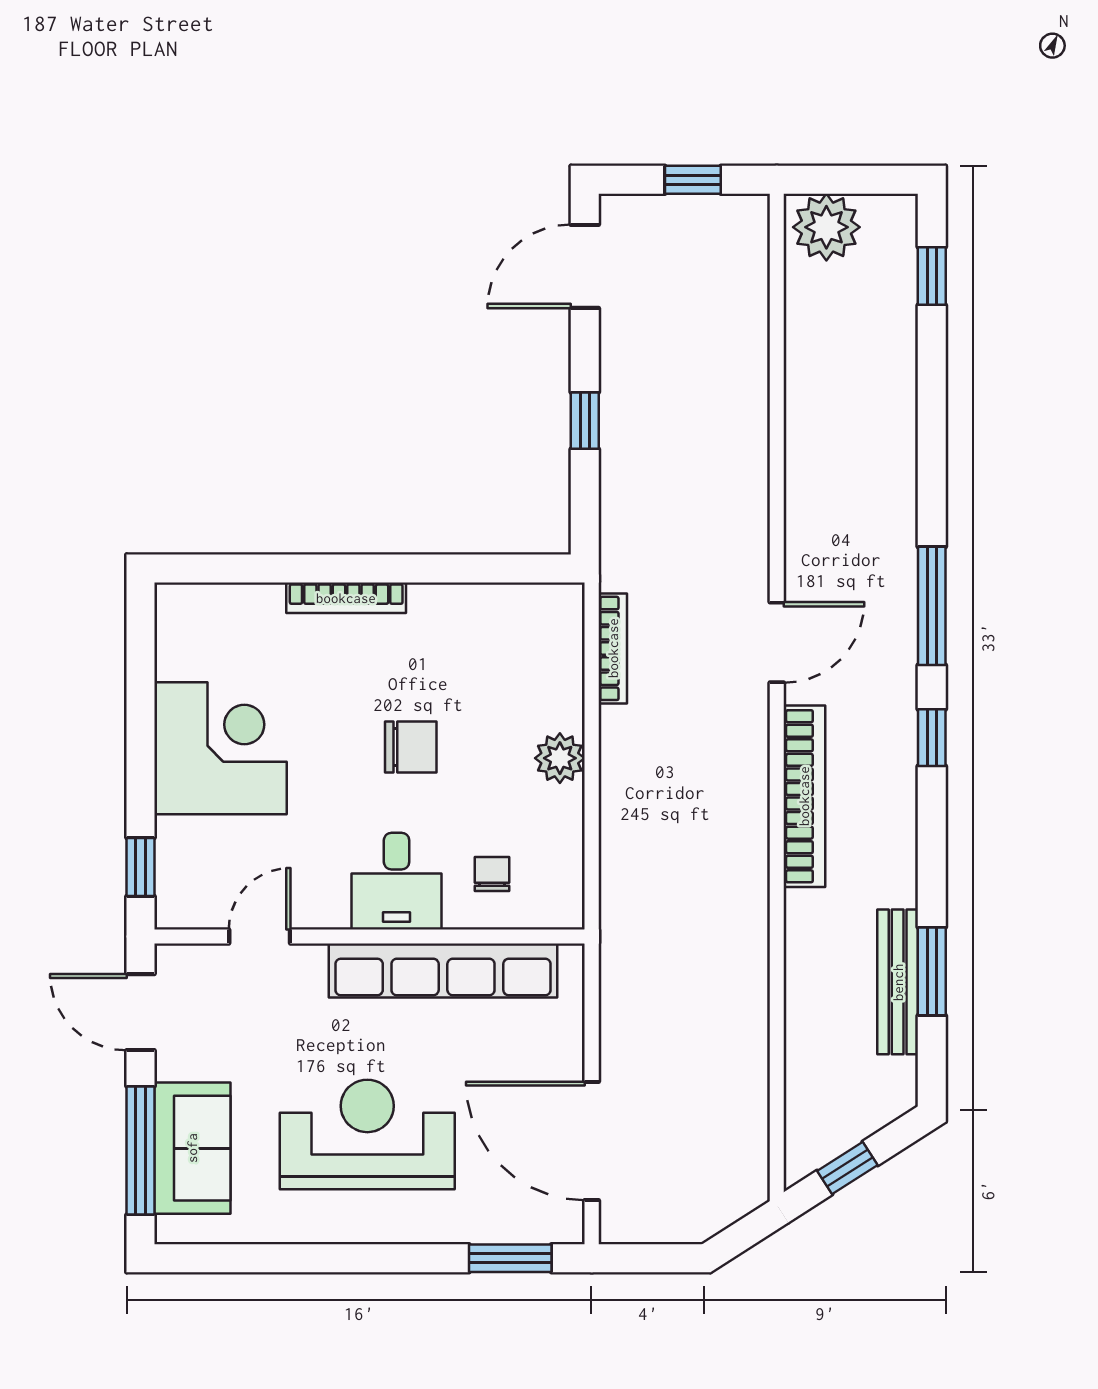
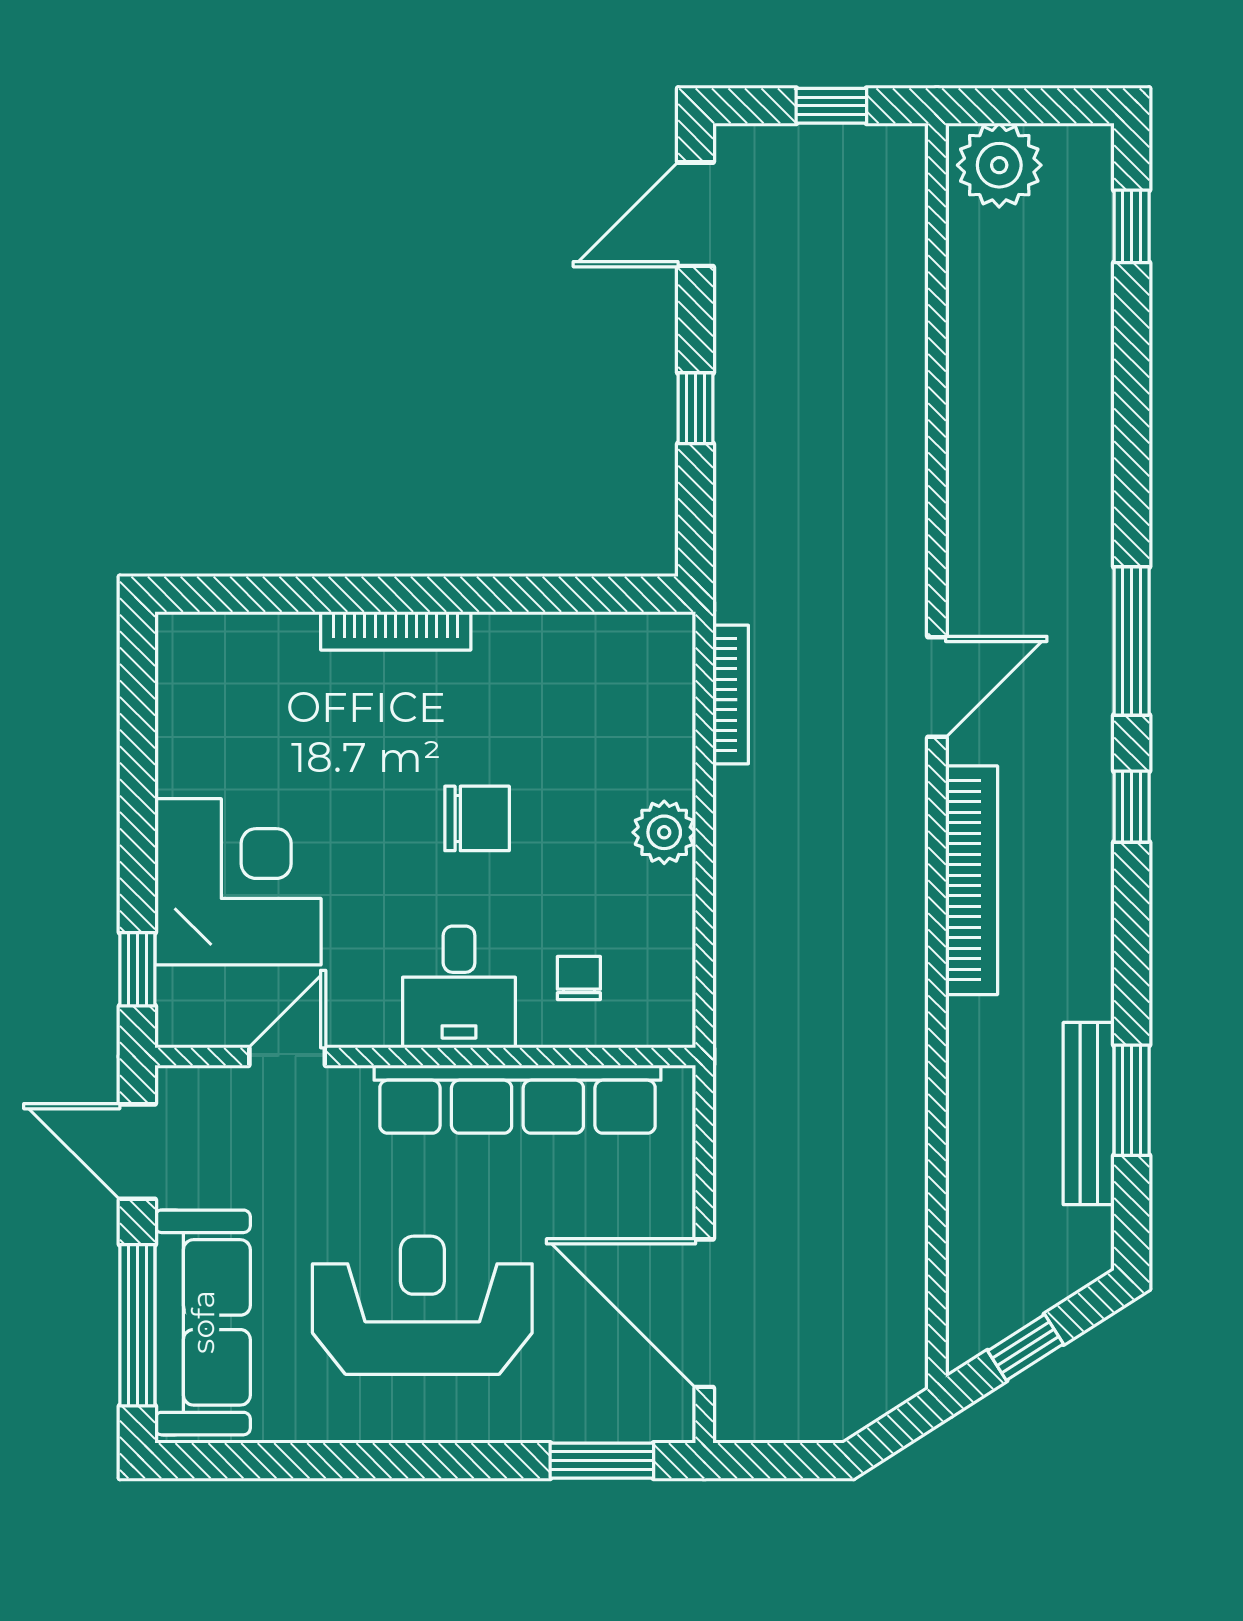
corner desk: (221, 748) -> (238, 882), moved
sofa: (192, 1148) -> (203, 1322), width x1.36

